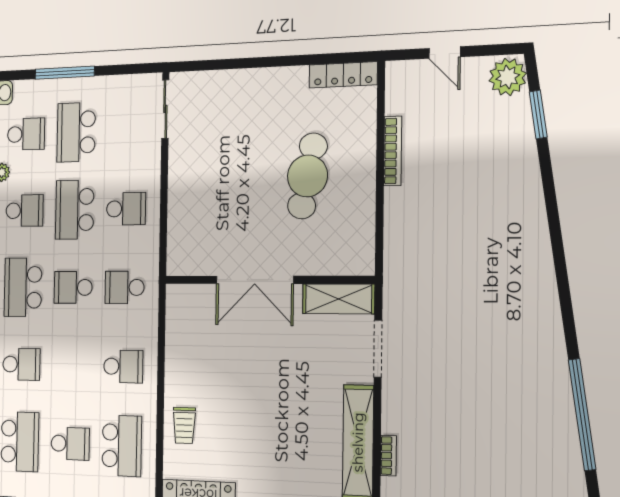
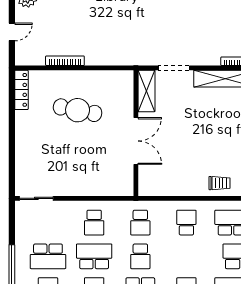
school desk: (126, 209) -> (94, 223), turned 180
school desk: (75, 210) -> (94, 256), turned 180

